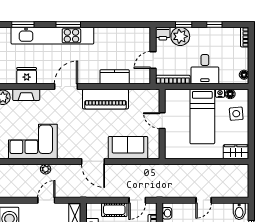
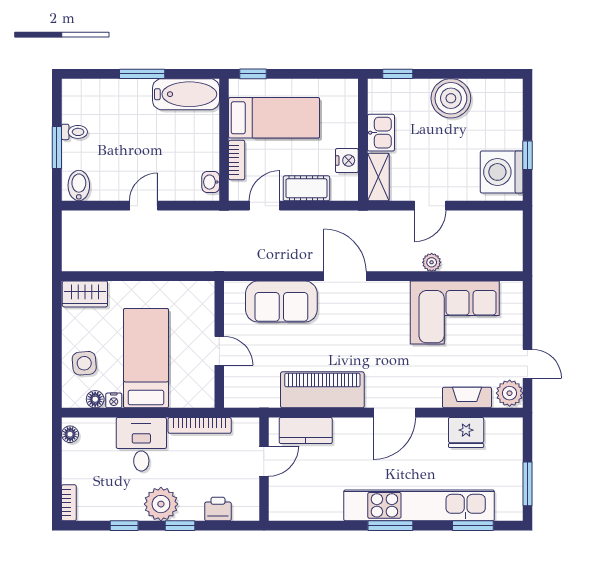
plant: (180, 36) -> (161, 504), moved
wall: (153, 56) -> (264, 469), moved
door: (153, 60) -> (264, 461), moved

